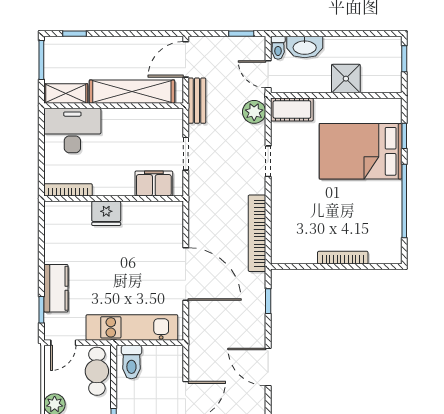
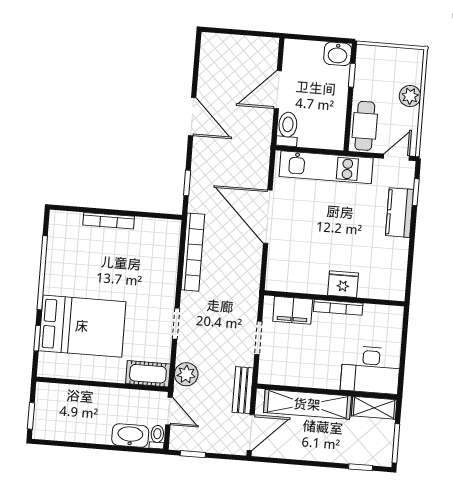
shower: (346, 79) -> (91, 401), removed
bookcase: (68, 190) -> (338, 307), moved
toilet: (131, 362) -> (288, 129), moved

